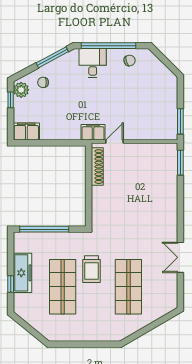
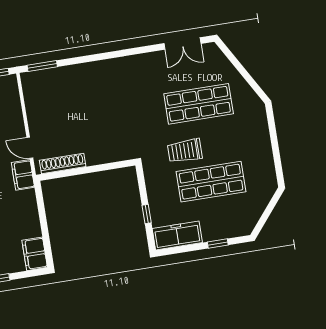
window: (44, 229) -> (147, 214), width x0.32
double door: (180, 257) -> (182, 43), moved
trolley: (92, 269) -> (185, 151), turned 180
freezer: (23, 273) -> (177, 236), moved

